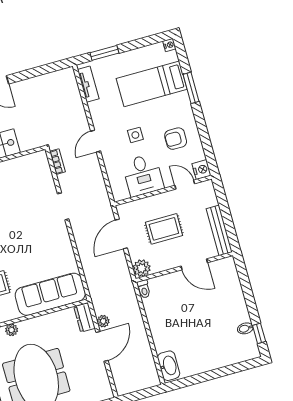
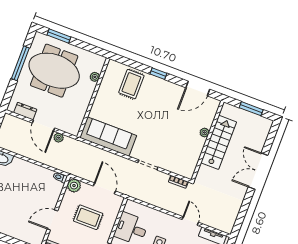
door: (96, 141) -> (190, 221), moved
rug: (164, 229) -> (88, 217), turned 90
sofa: (50, 294) -> (108, 137), moved, turned -90
dresser: (84, 317) -> (25, 111), moved

